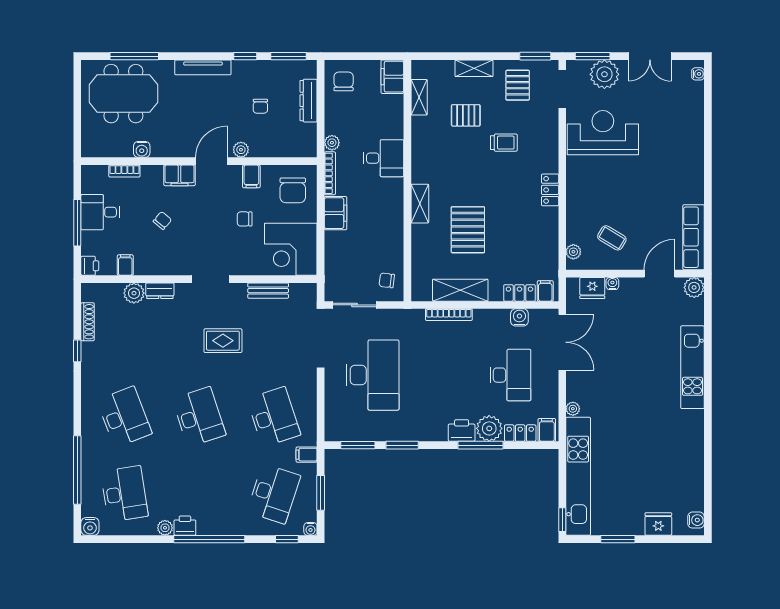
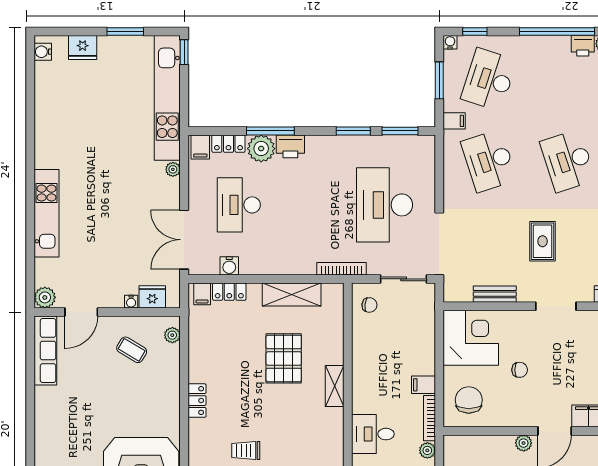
filing cabinet: (251, 176) -> (512, 415), removed
filing cabinet: (336, 213) -> (424, 385), width x0.50
bookcase: (449, 315) -> (341, 269), moved
rug: (223, 341) -> (543, 241), turned 90

